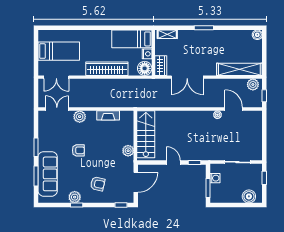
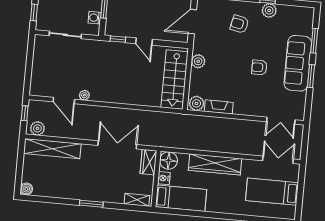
plant: (80, 117) -> (197, 103), moved
sofa: (48, 174) -> (298, 63), moved

